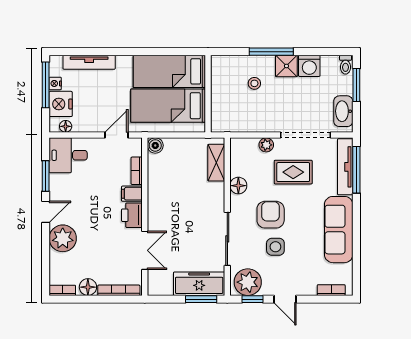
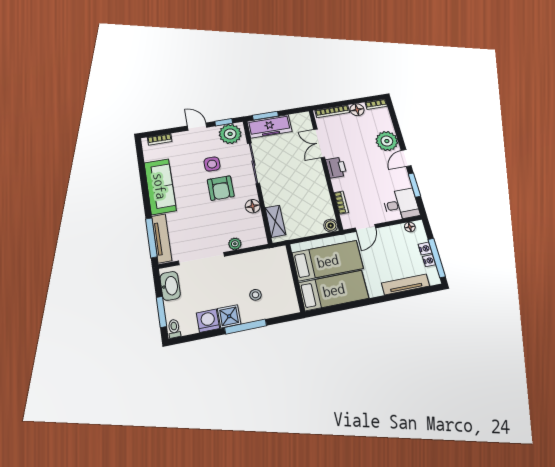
nightstand: (61, 104) -> (425, 249), width x0.53, depth x0.56
rug: (293, 172) -> (207, 226), removed
filing cabinet: (132, 194) -> (340, 184), removed

